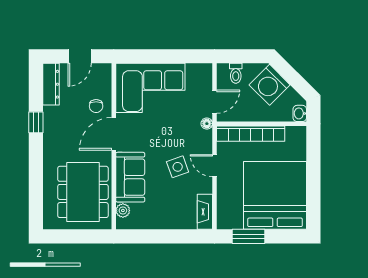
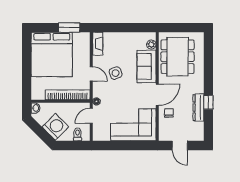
door: (80, 56) -> (180, 145), swing flipped
dresser: (51, 84) -> (198, 108), moved

